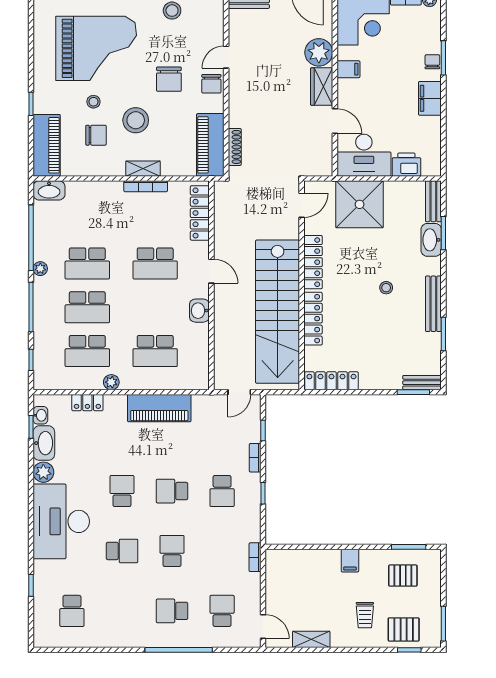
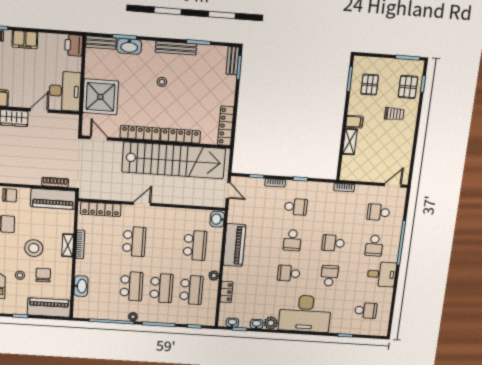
printer: (406, 165) -> (74, 45), moved
washbasin: (49, 190) -> (81, 286), moved
washbasin: (199, 311) -> (217, 219), moved, turned 90
washbasin: (44, 443) -> (257, 324), width x0.52, depth x0.69
desk: (129, 627) -> (382, 274), added
shelving: (311, 639) -> (350, 142), moved

